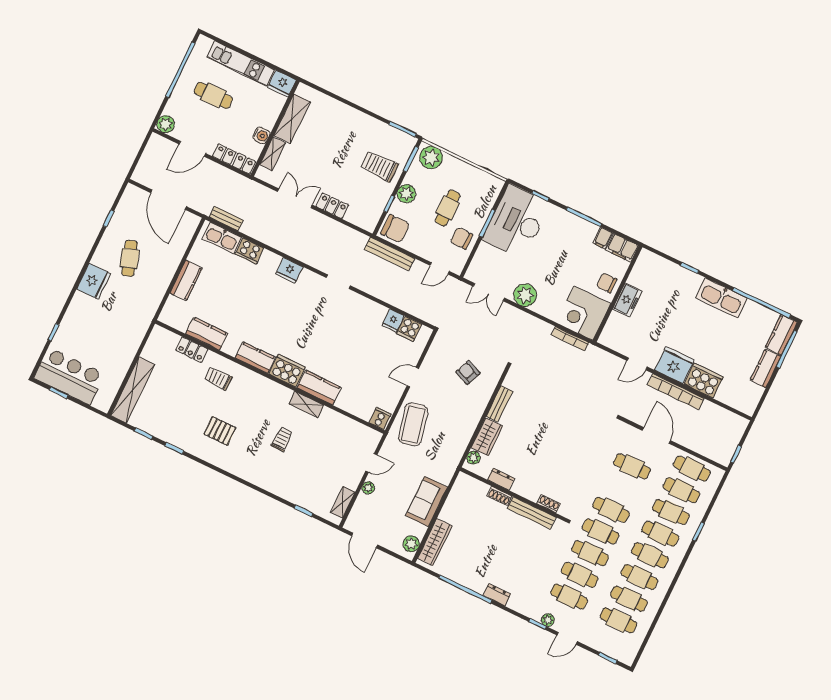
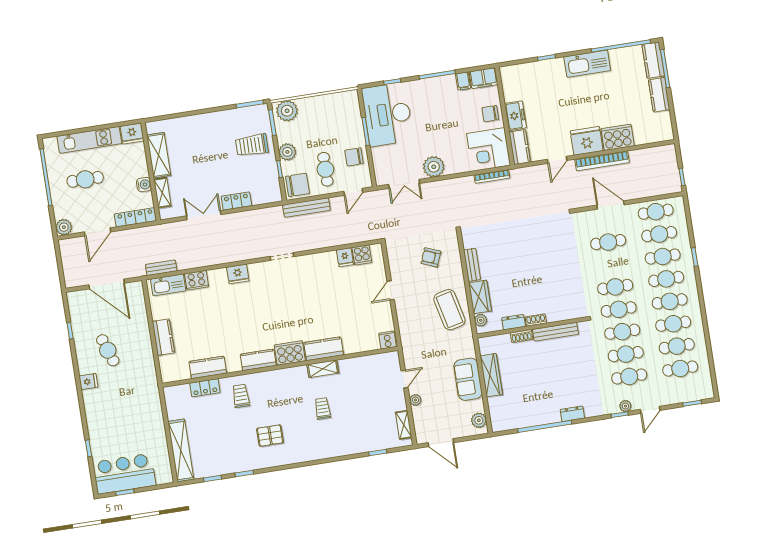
cafe table: (447, 208) -> (325, 169), moved
fridge: (94, 281) -> (88, 382), width x0.53, depth x0.75
kitchen counter: (612, 330) -> (520, 147), added
trolley: (218, 379) -> (241, 396), turned 90
coffee table: (413, 424) -> (449, 310), moved
shoe rack: (549, 504) -> (536, 320), moved
wardrobe: (435, 542) -> (491, 375), moved

